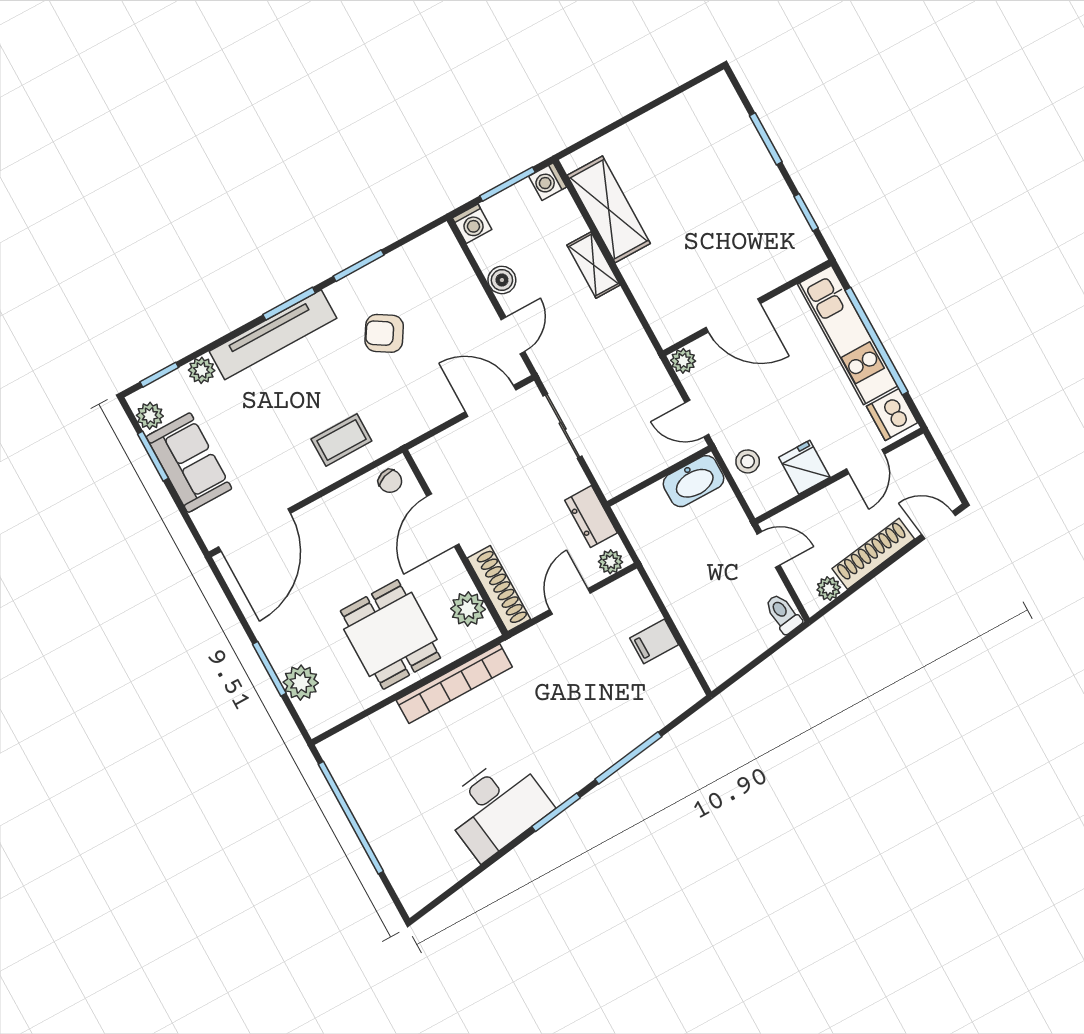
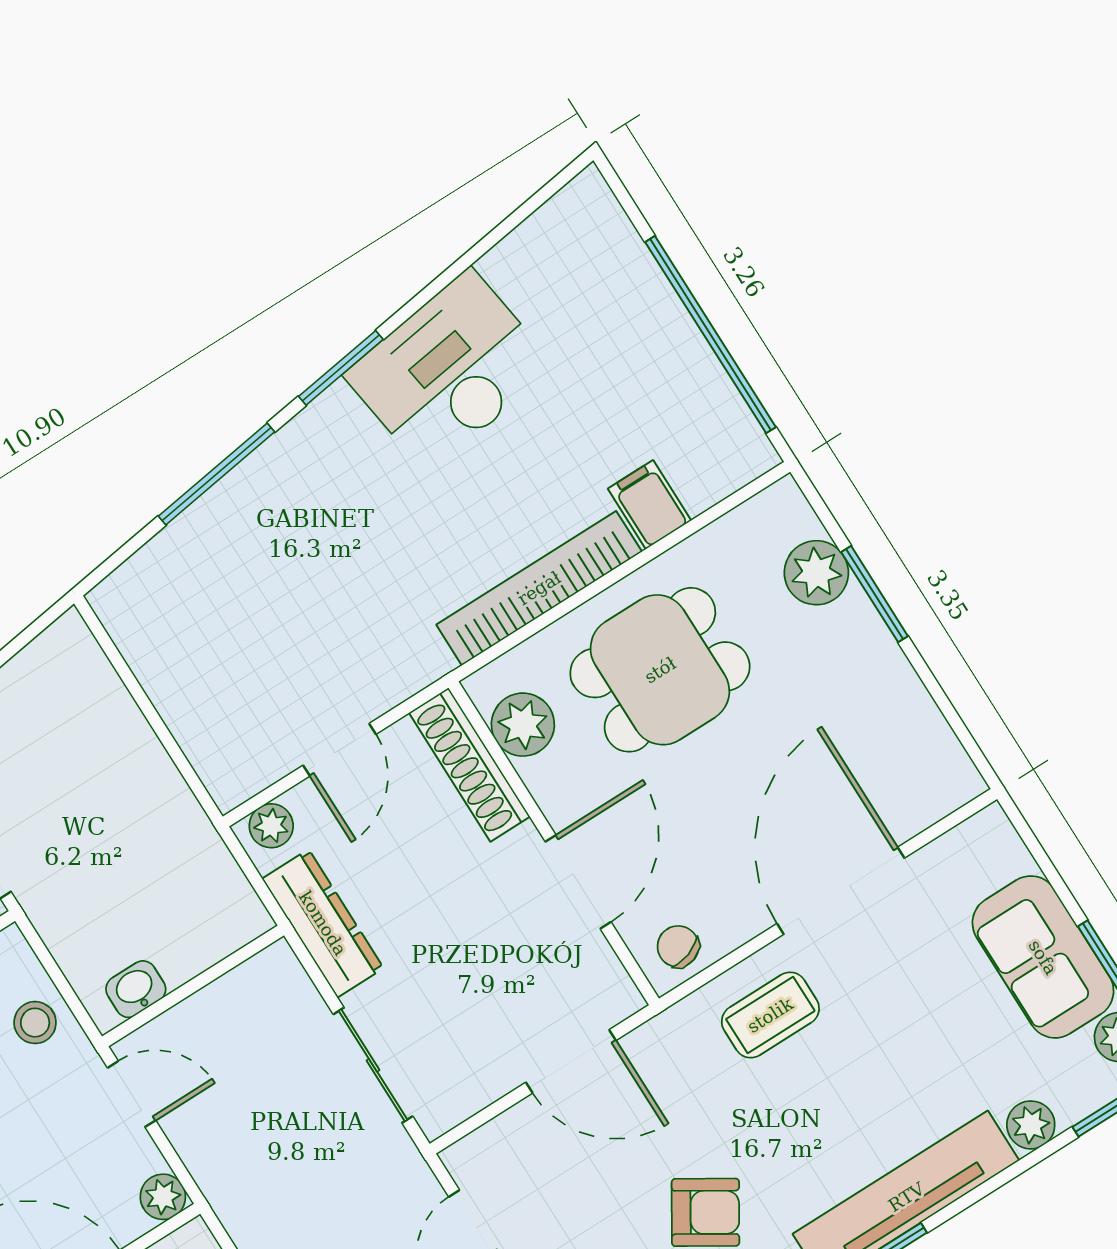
door: (491, 401) -> (571, 1061), moved
washbasin: (693, 481) -> (136, 989), width x0.52, depth x0.69
dresser: (591, 517) -> (323, 923), width x1.44
door: (254, 530) -> (841, 891), moved
dining table: (390, 634) -> (660, 670), turned 90
filing cabinet: (654, 641) -> (649, 505), moved, turned -90

